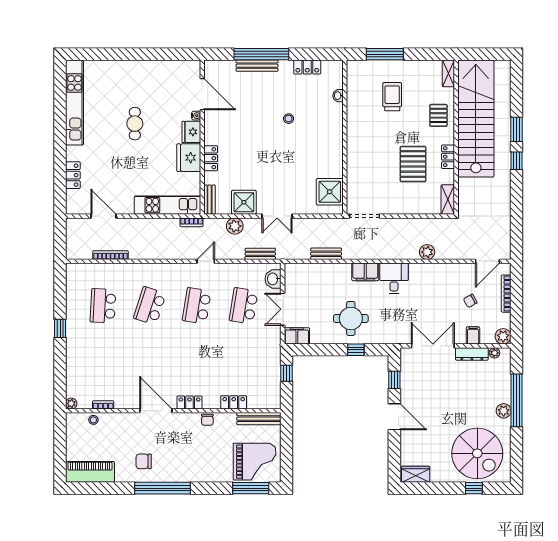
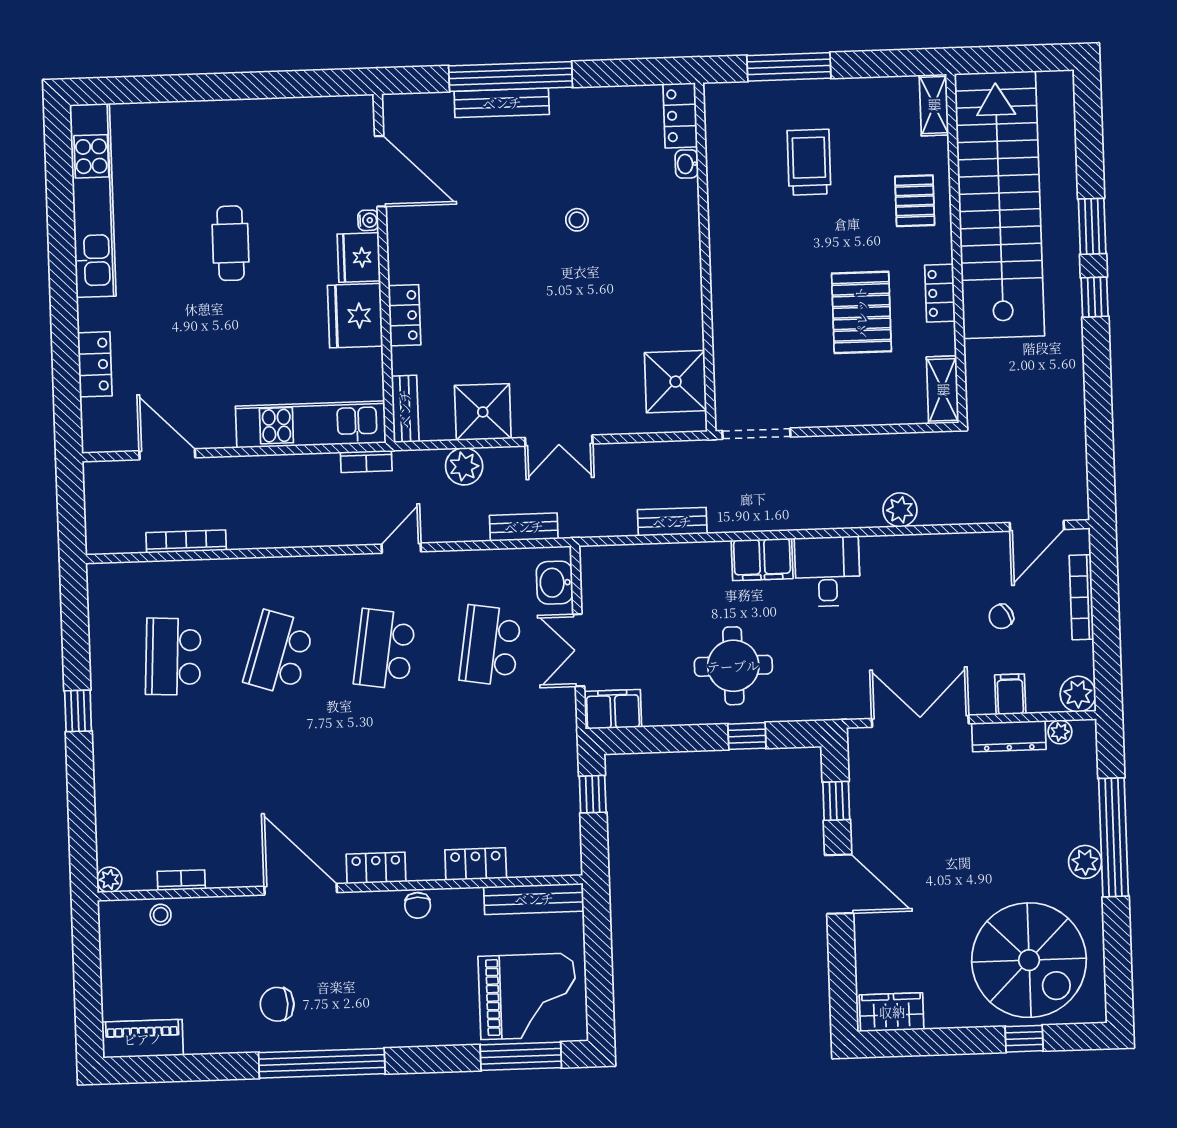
locker: (307, 67) -> (680, 115), moved, turned 90
piano: (90, 472) -> (143, 1039), width x0.73, depth x0.75

